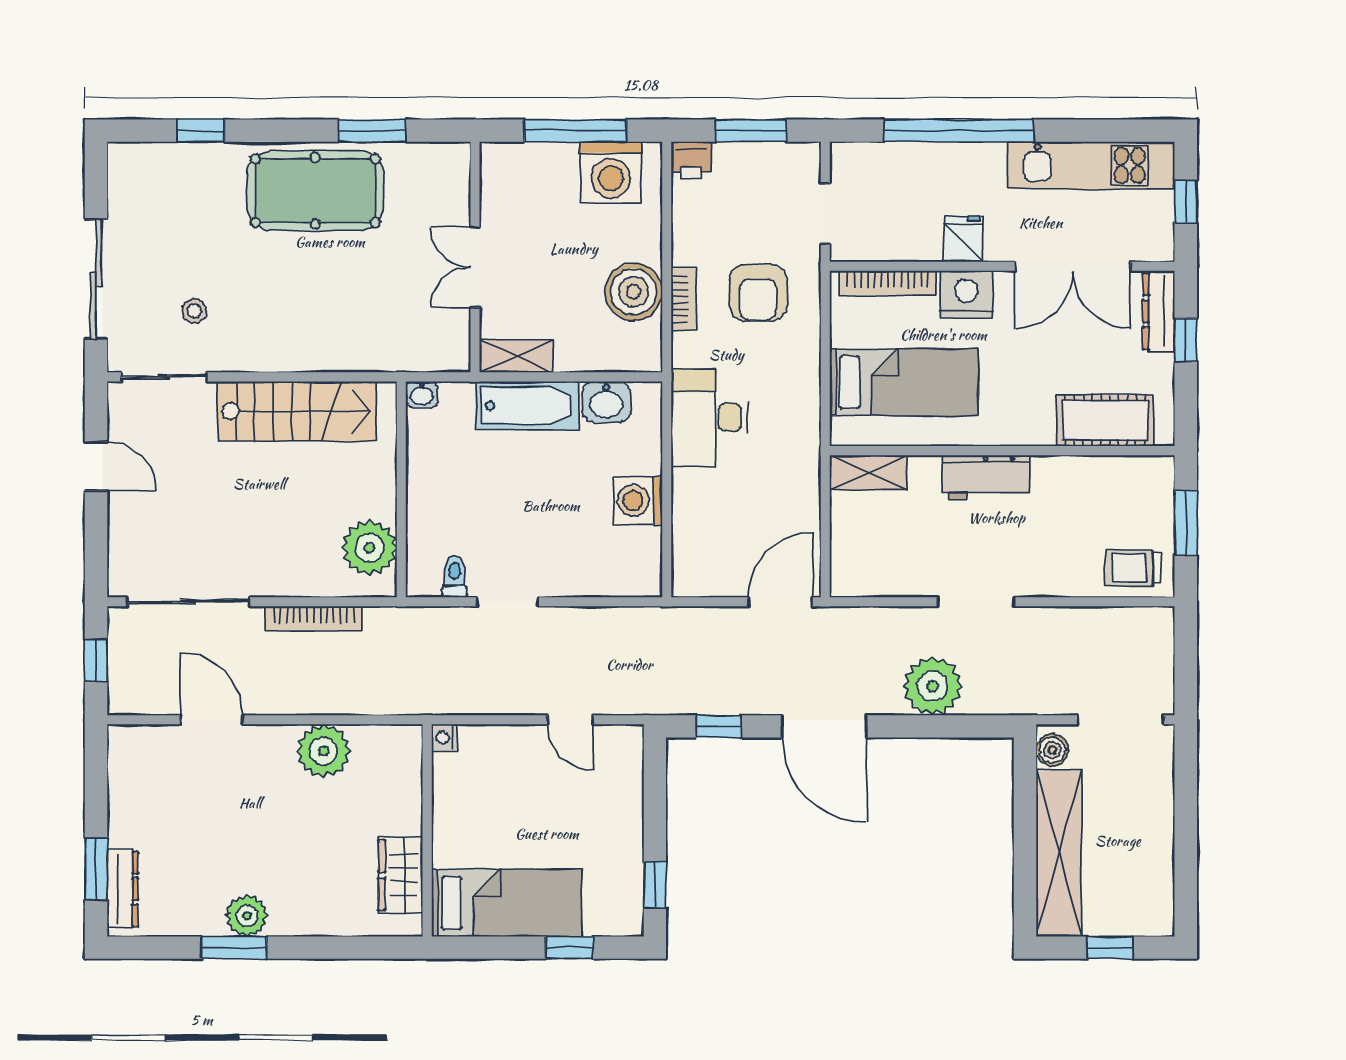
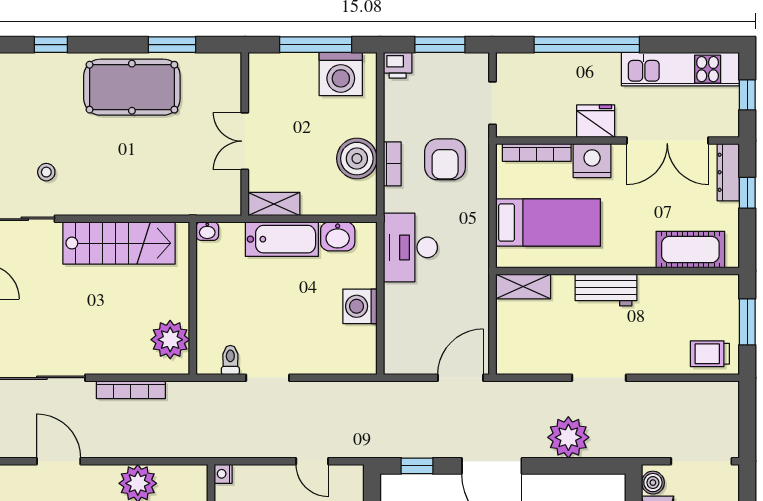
fridge: (964, 239) -> (596, 121), width x1.38

